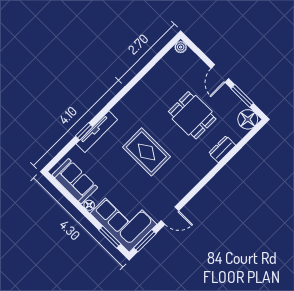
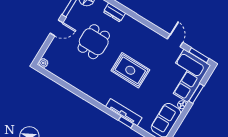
rug: (146, 152) -> (130, 70), turned 90
window: (110, 237) -> (196, 94), moved

